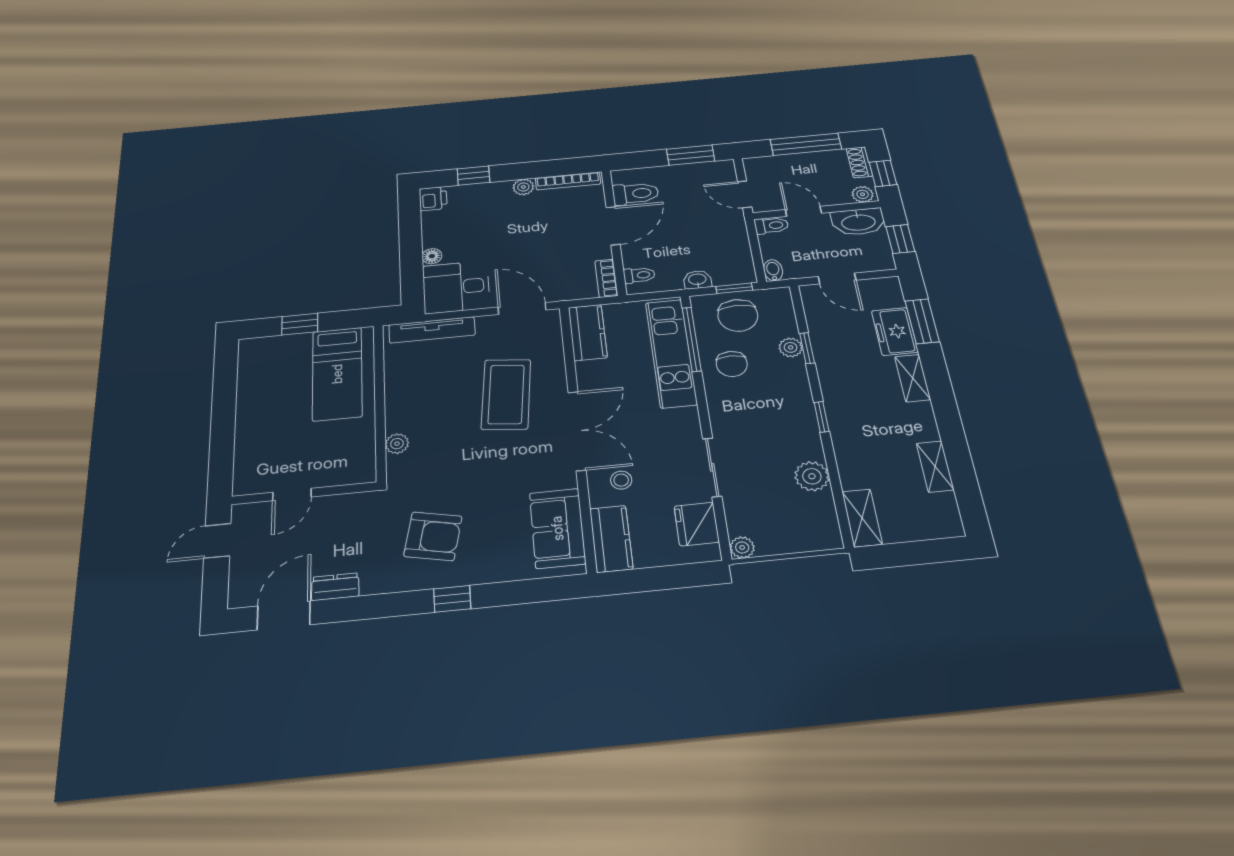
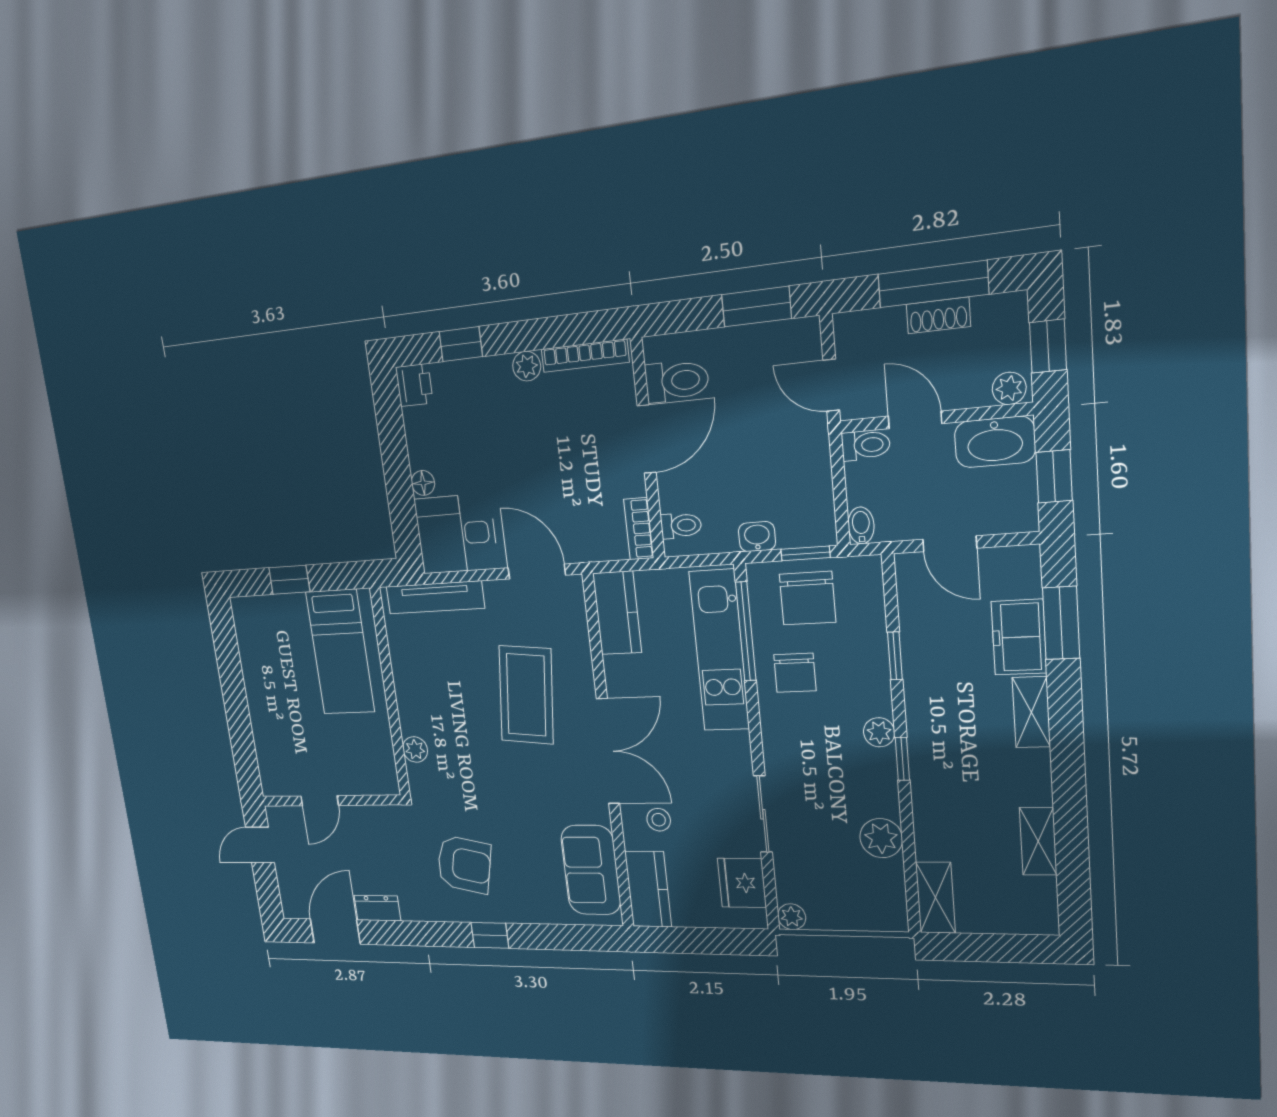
shoe rack: (859, 162) -> (938, 315), moved, turned -90
plant: (791, 347) -> (879, 732), moved

